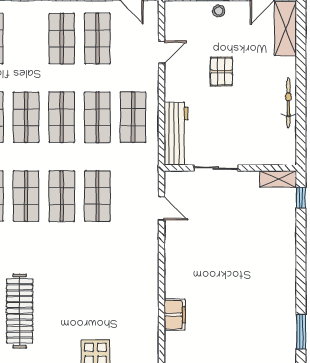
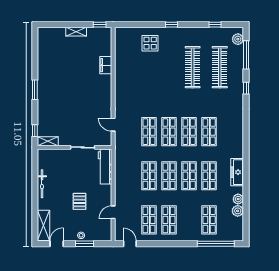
shop shelf: (133, 117) -> (129, 176), removed
window: (301, 332) -> (35, 90), moved

